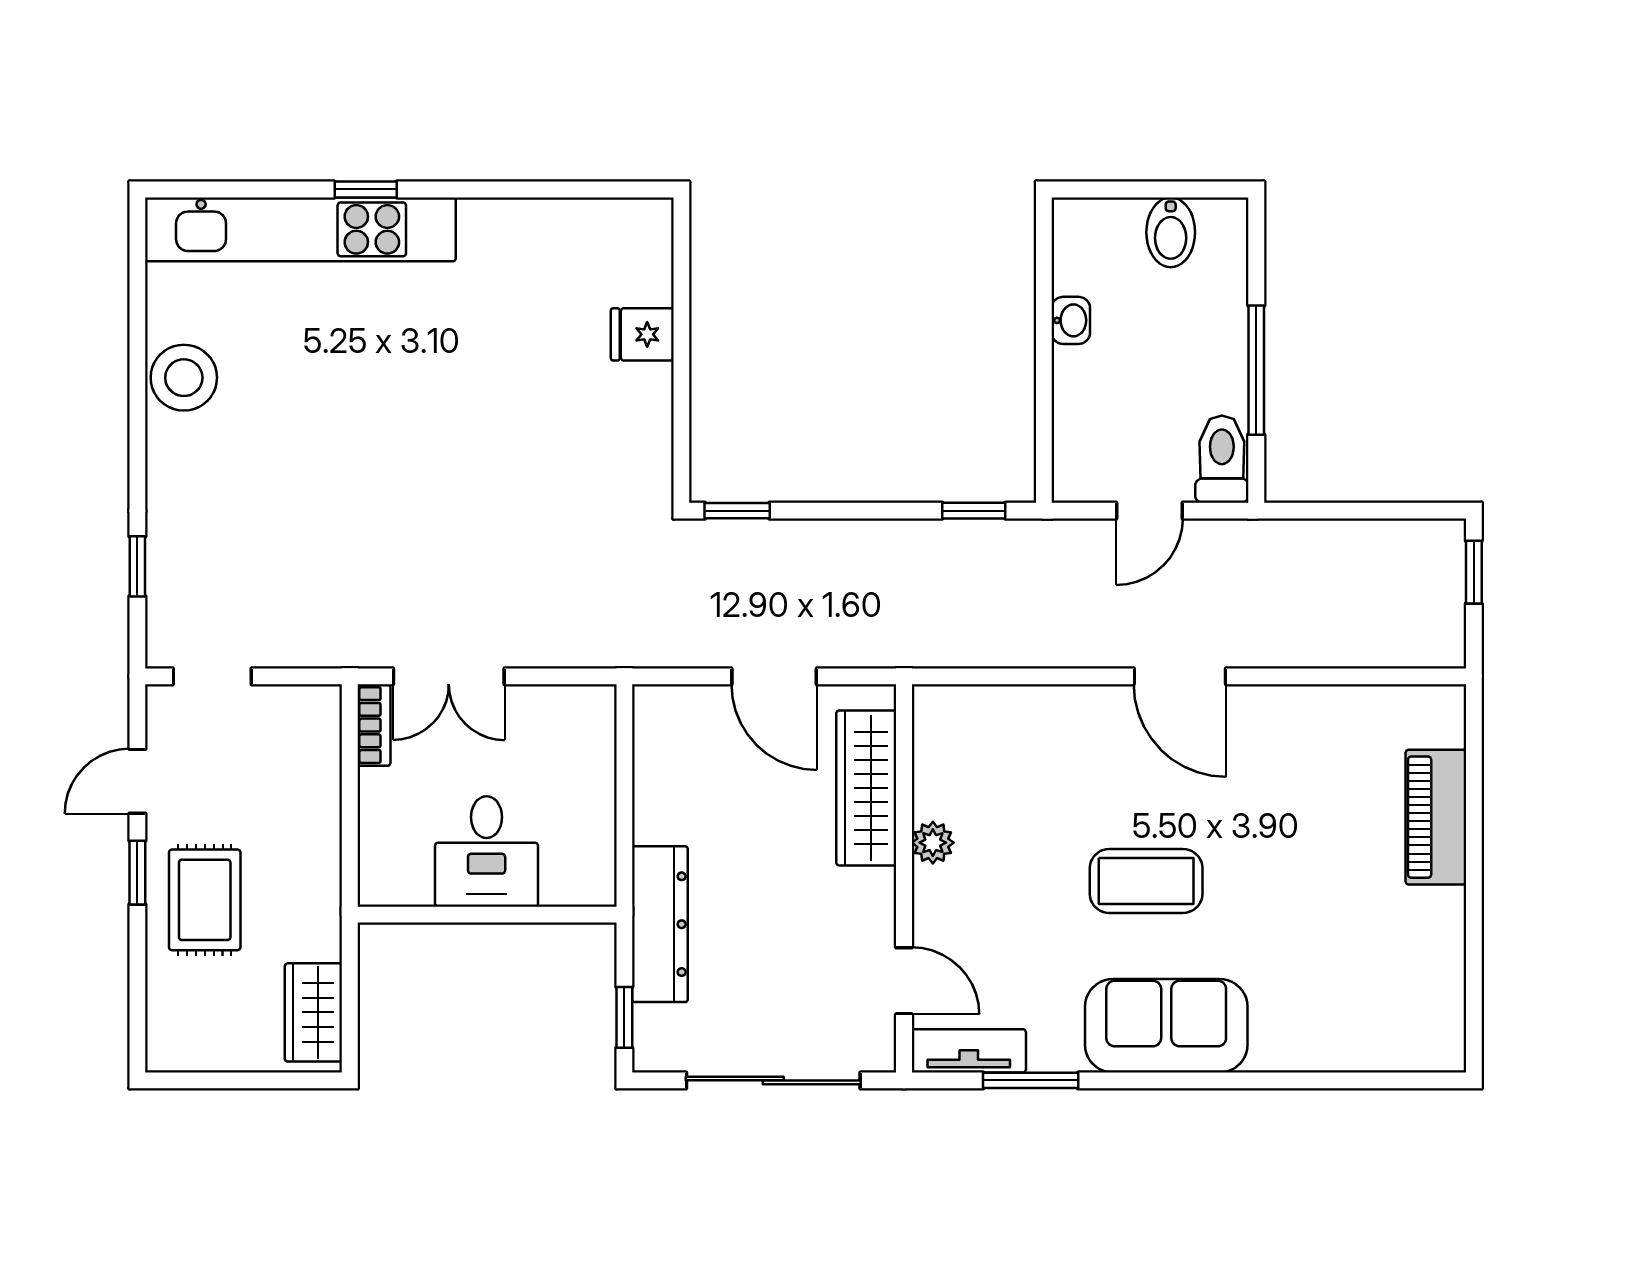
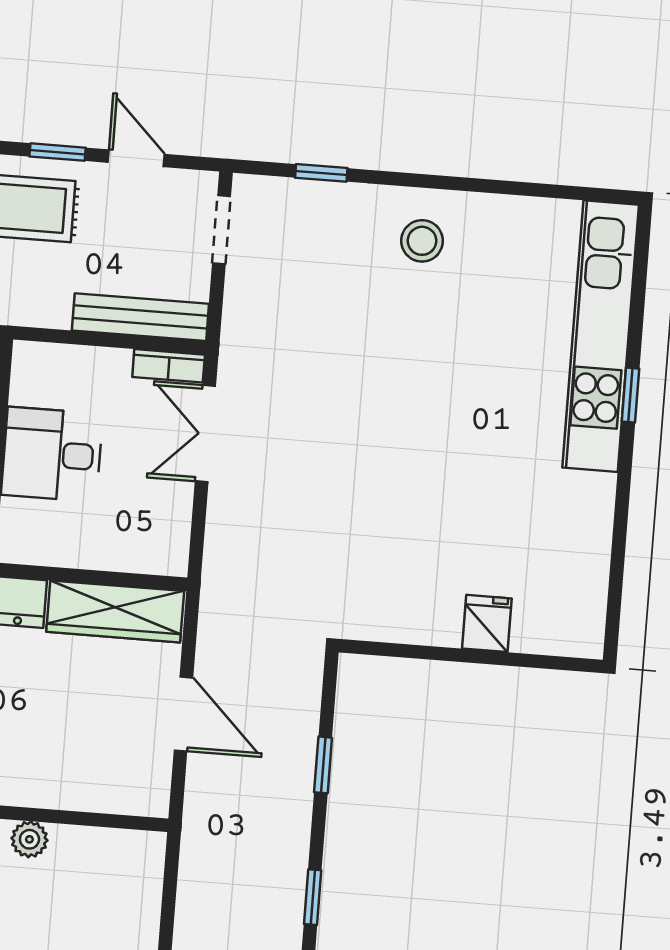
stool: (184, 378) -> (422, 241), moved, width x0.73, depth x0.73
window: (737, 511) -> (323, 765), moved
door: (774, 676) -> (183, 714), swing flipped
bench: (320, 762) -> (140, 317), added
wardrobe: (866, 788) -> (115, 611), moved, turned 180

